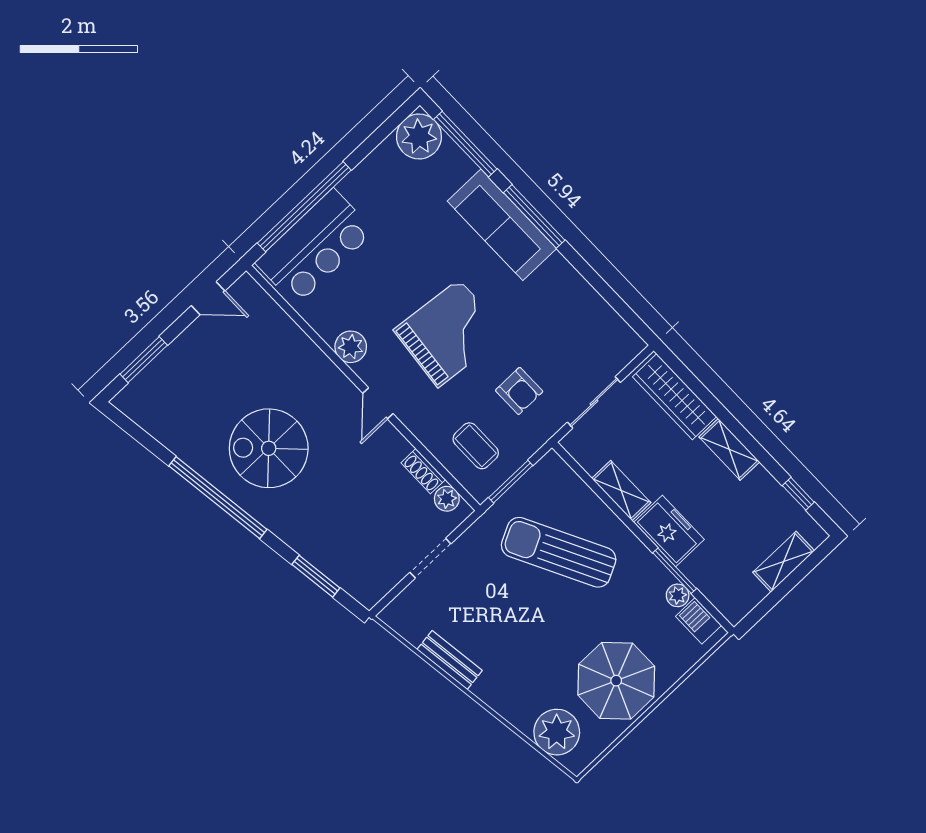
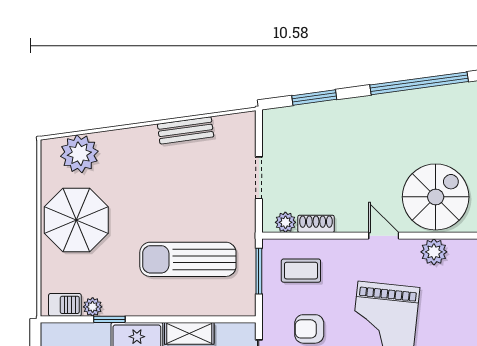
spiral stairs: (269, 448) -> (436, 197), moved
sun lounger: (559, 552) -> (188, 259), turned -153
window: (675, 571) -> (109, 319), width x0.67

